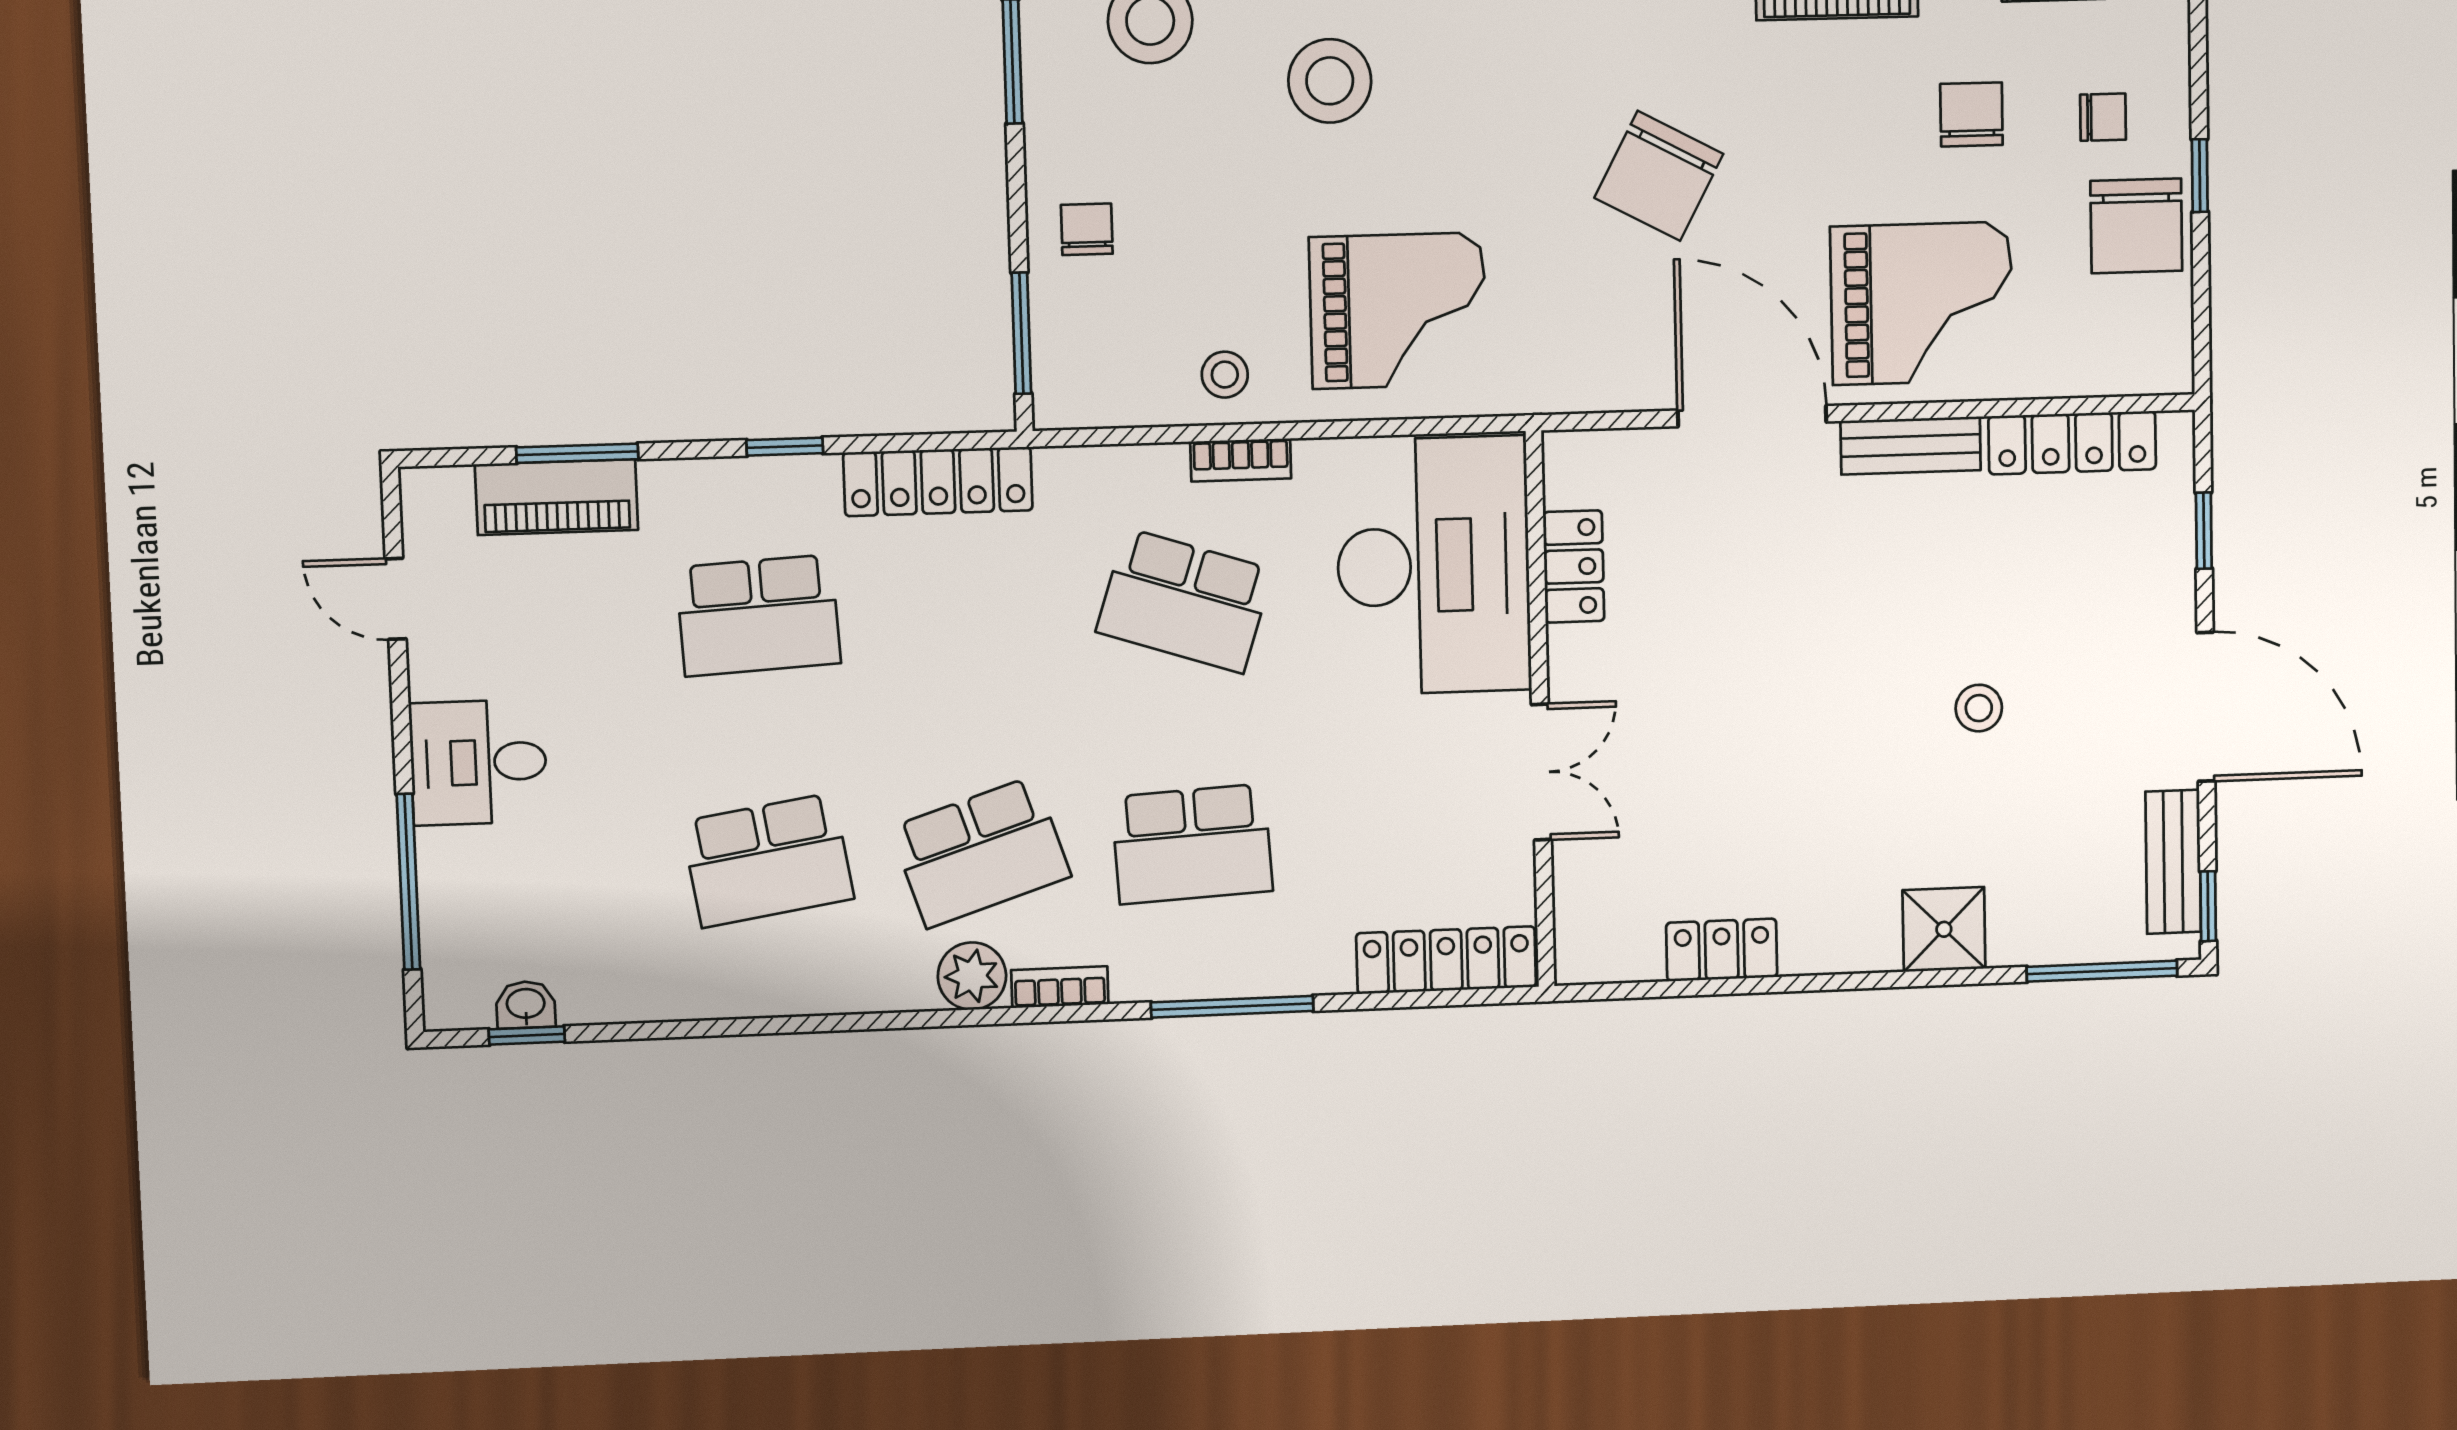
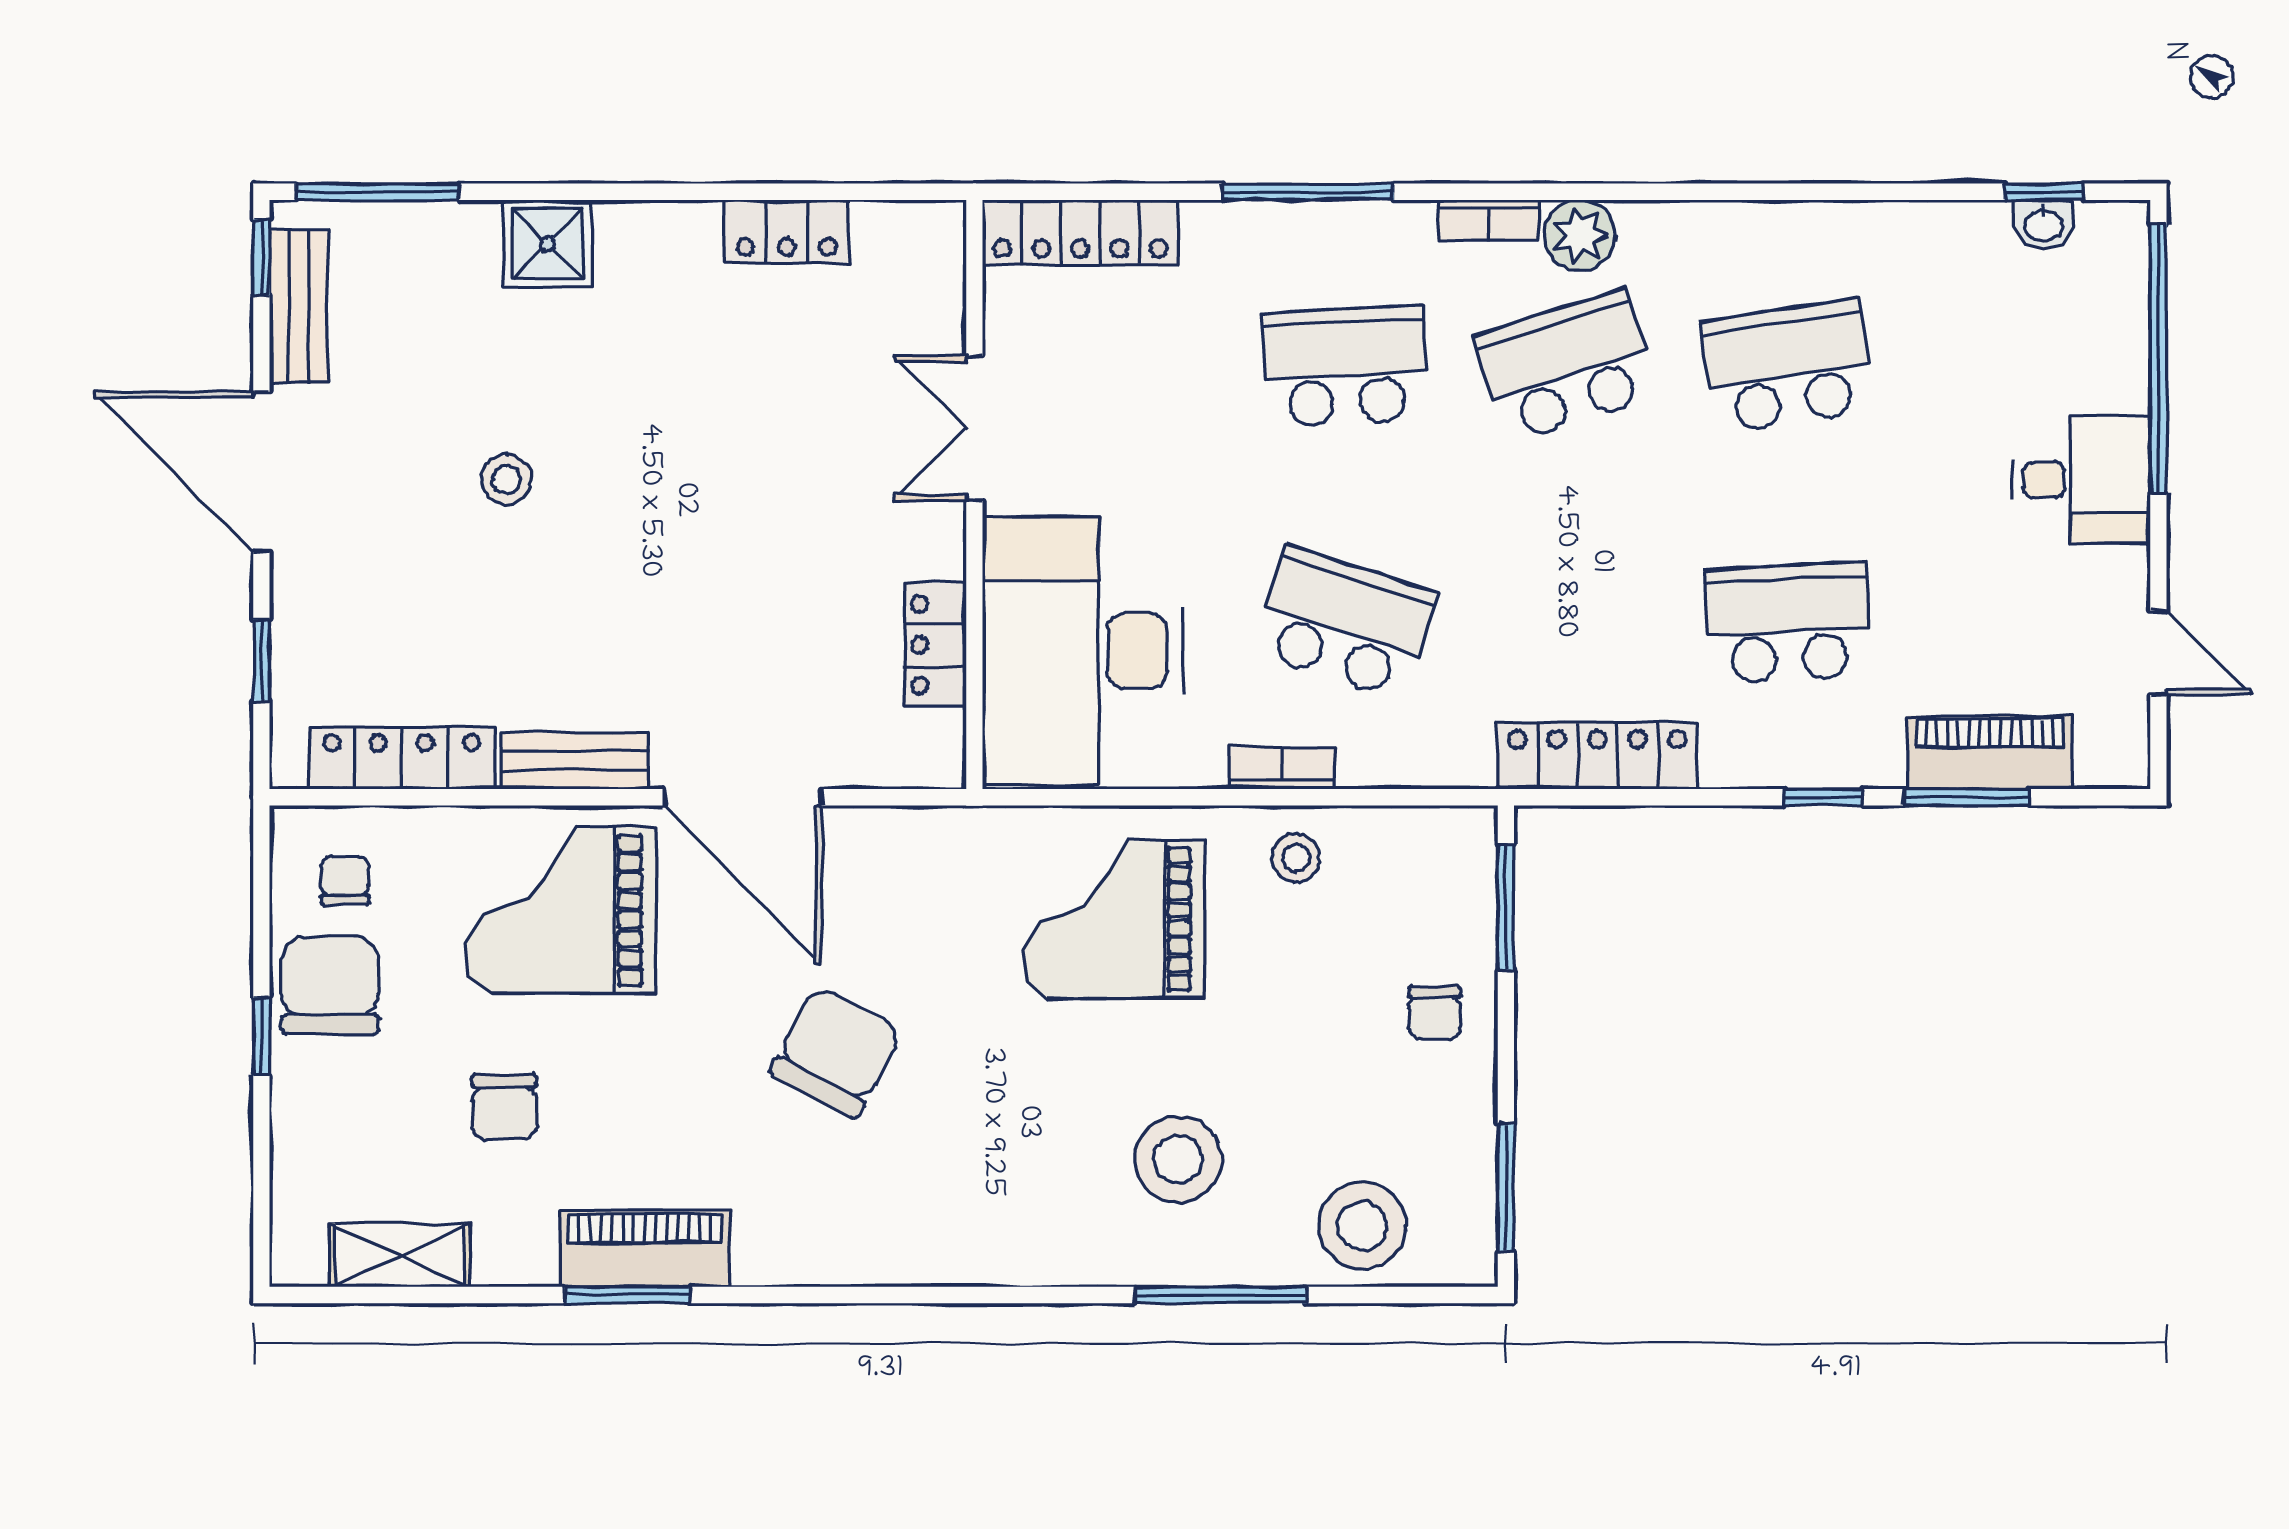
chair: (2103, 117) -> (345, 880), moved, turned 90
window: (785, 447) -> (1823, 797), moved
window: (408, 882) -> (2158, 358), width x1.46

